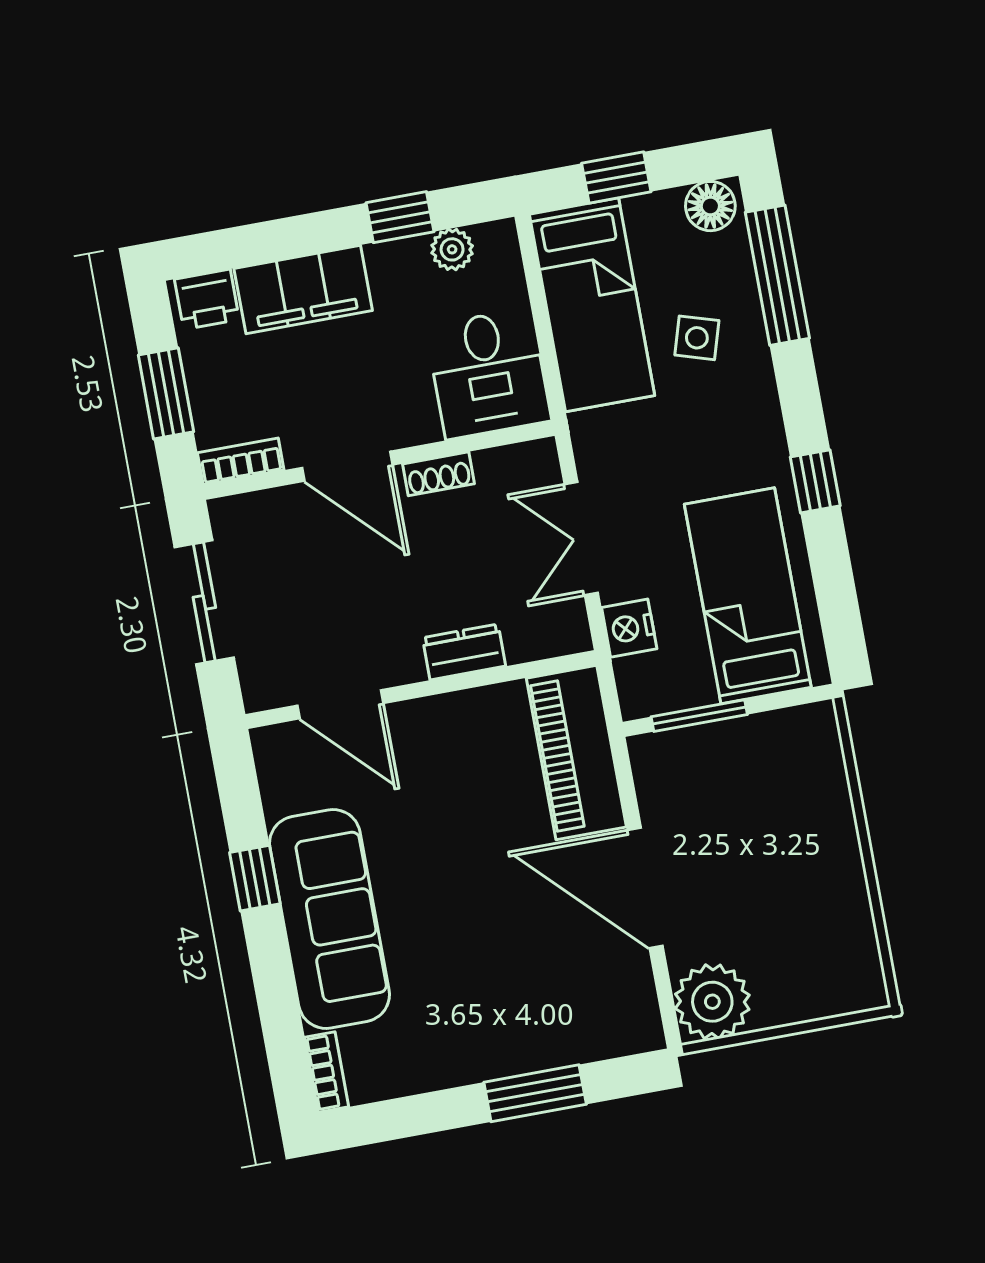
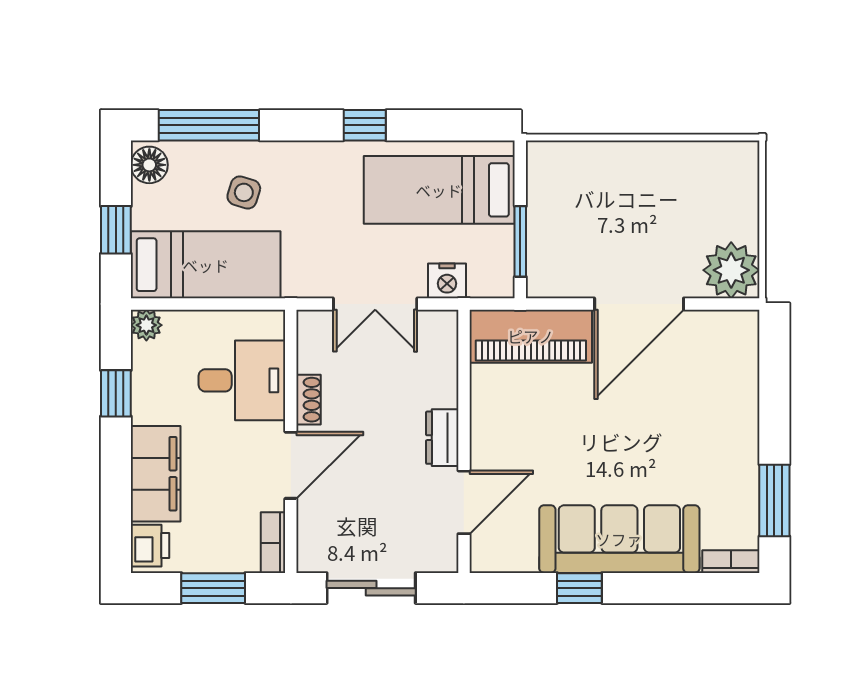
plant: (452, 249) -> (146, 325), moved
desk: (488, 374) -> (242, 380), moved
dresser: (464, 652) -> (442, 438), moved
window: (535, 1093) -> (774, 500), moved

